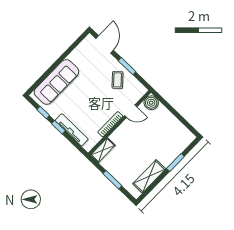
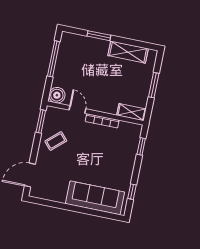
window: (127, 66) -> (41, 121), moved
window: (180, 118) -> (54, 59), added
window: (58, 127) -> (141, 146), moved
tv unit: (72, 130) -> (131, 154), removed

